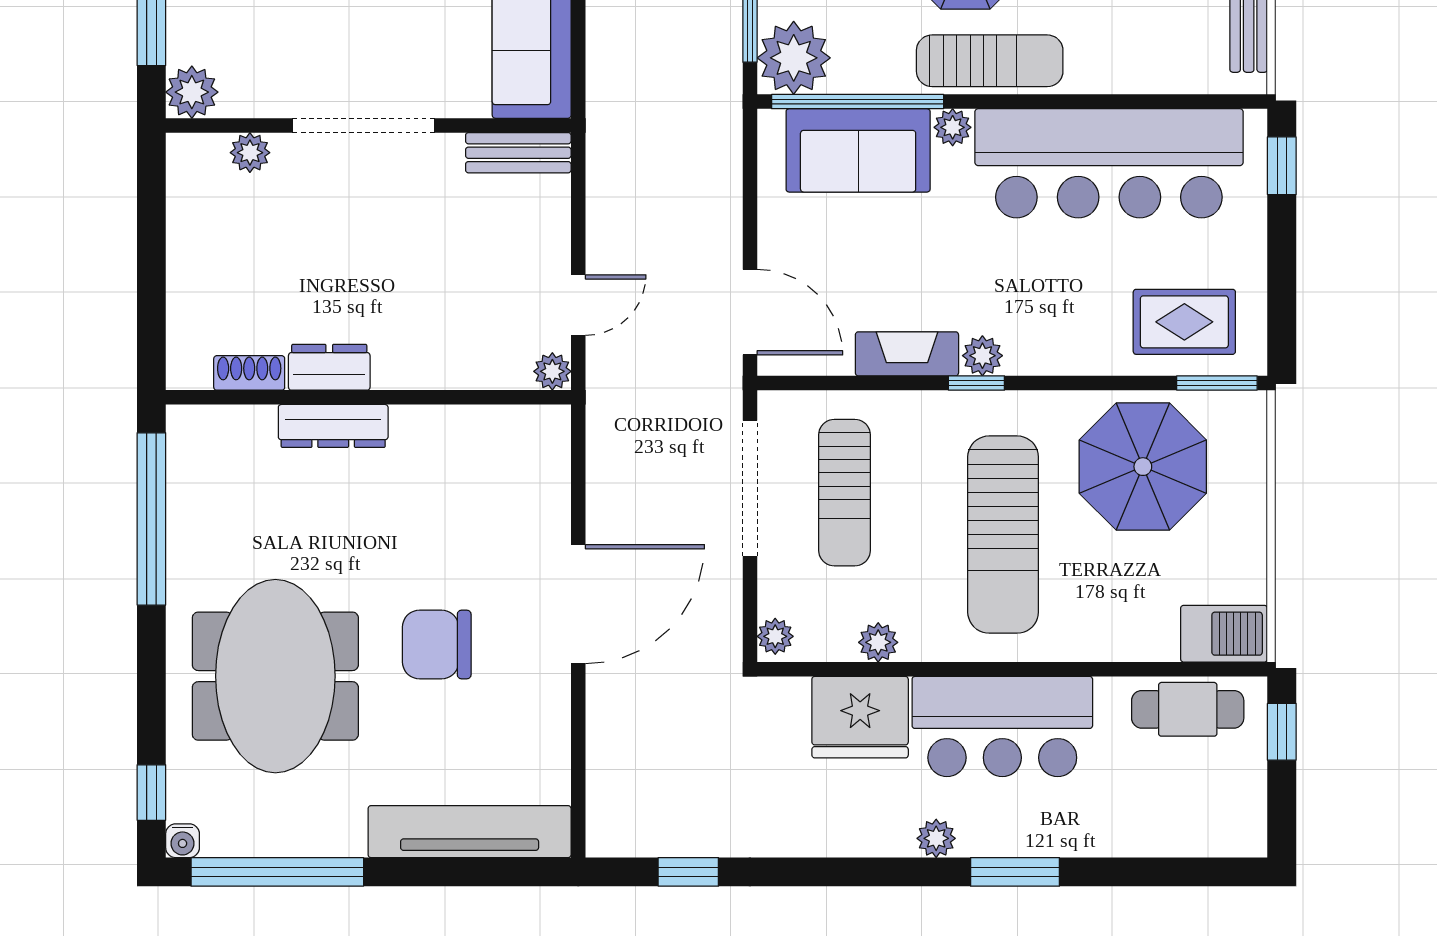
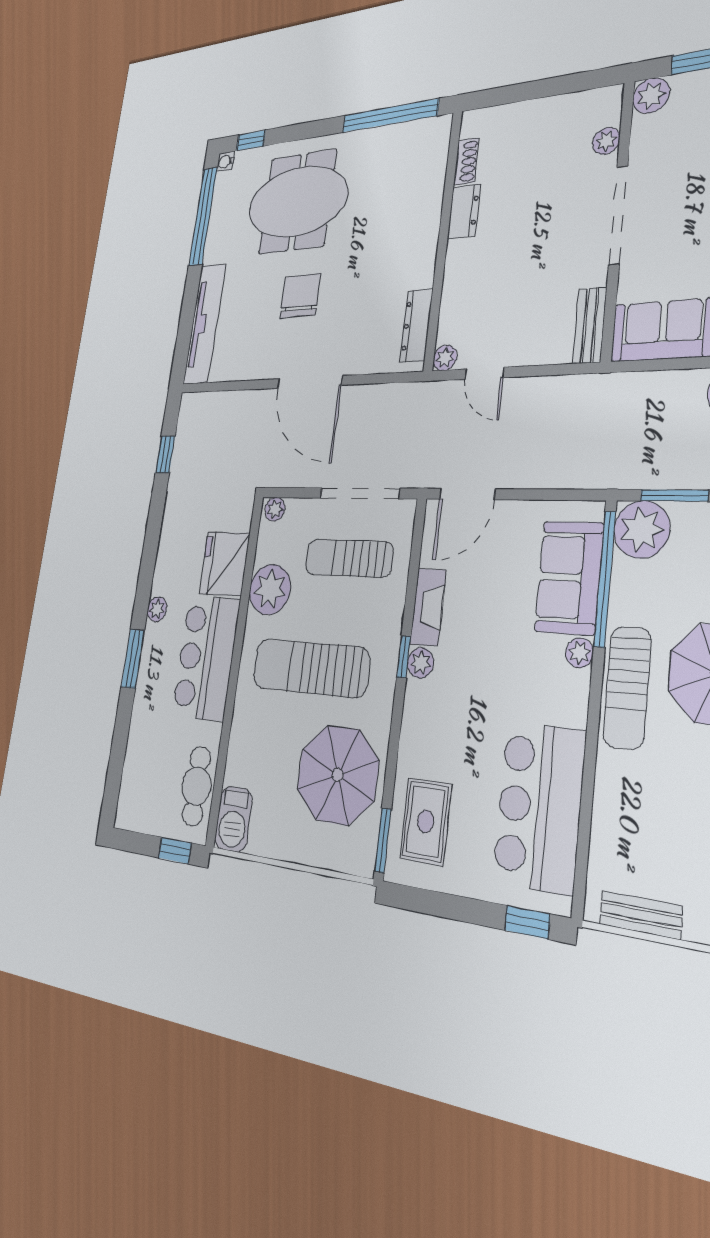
bar counter: (1109, 163) -> (539, 807), width x0.73
dresser: (333, 426) -> (416, 325), moved
plant: (878, 642) -> (270, 589), width x1.88, depth x1.88

